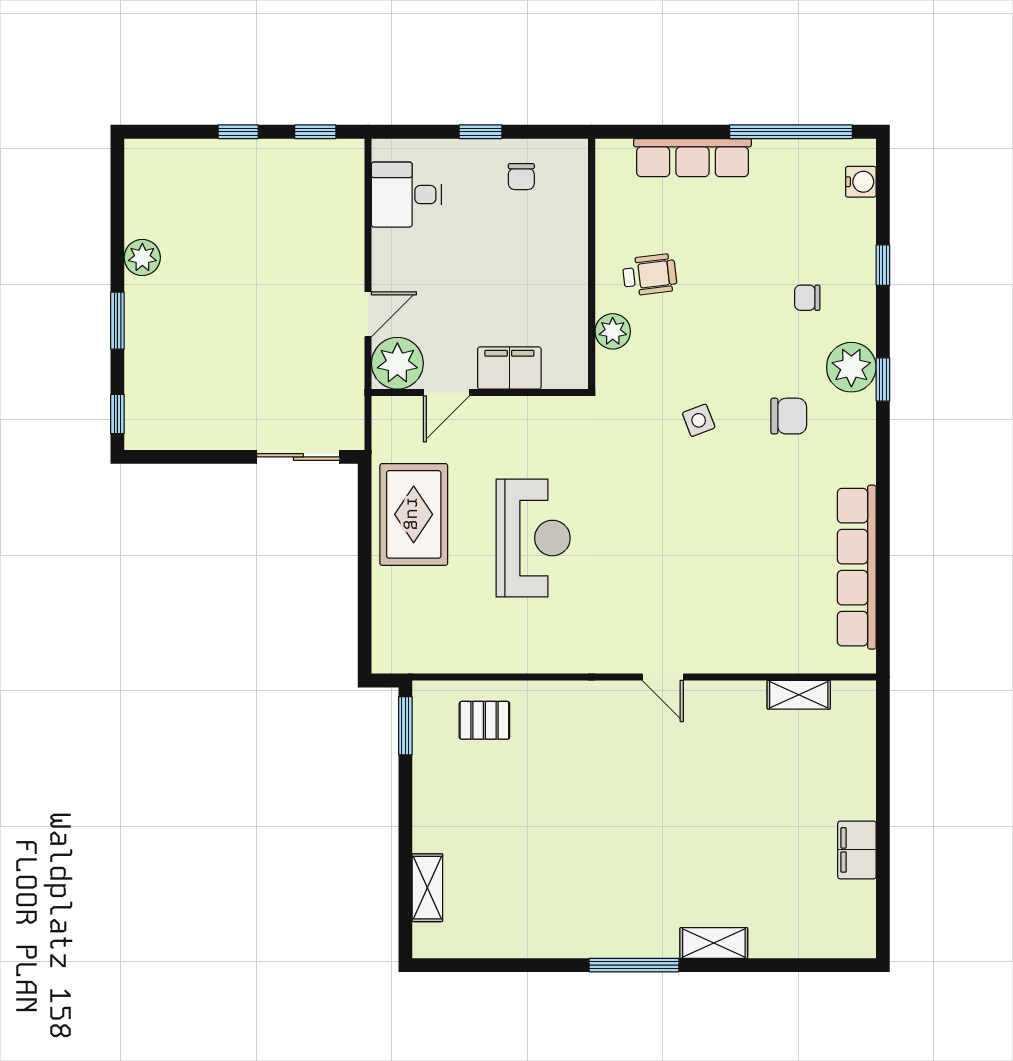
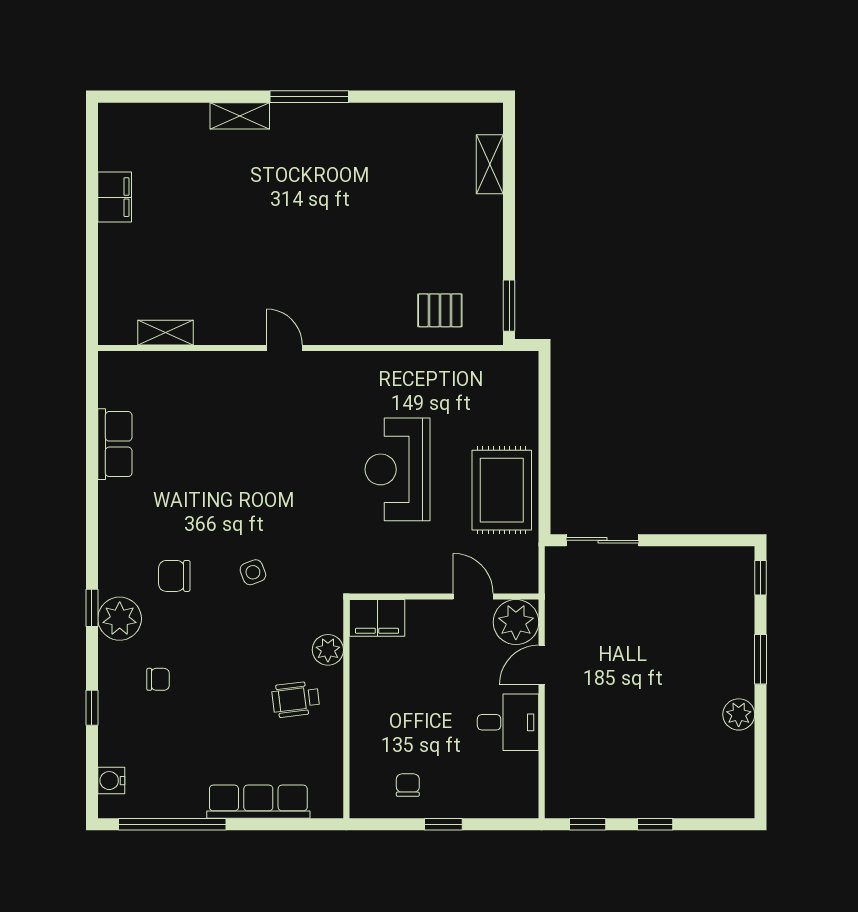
desk: (406, 195) -> (508, 722), moved
filing cabinet: (509, 368) -> (377, 618), moved
door: (446, 393) -> (473, 596), hinge flipped
row of seats: (857, 567) -> (115, 444), width x0.50

